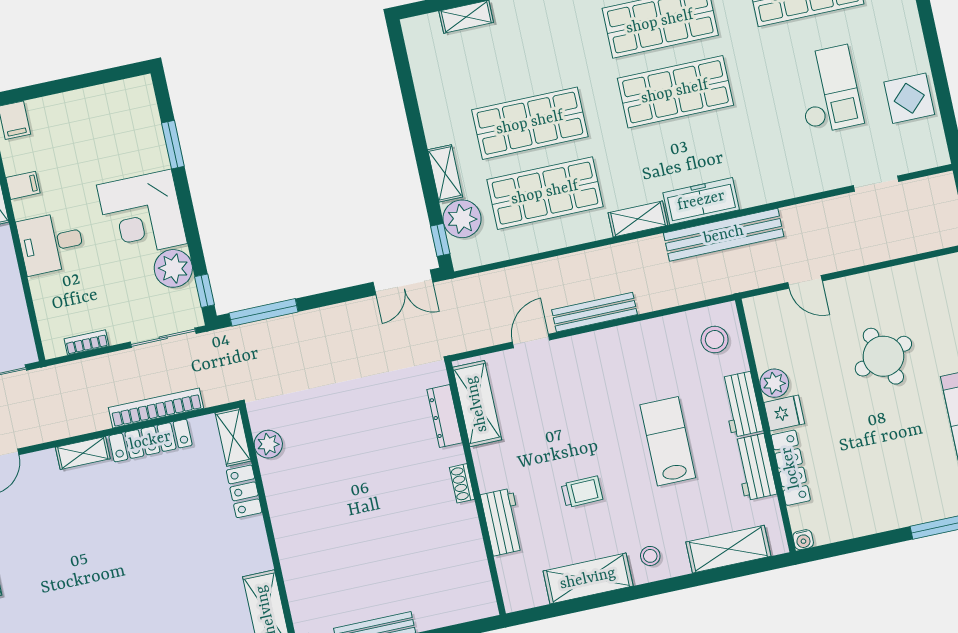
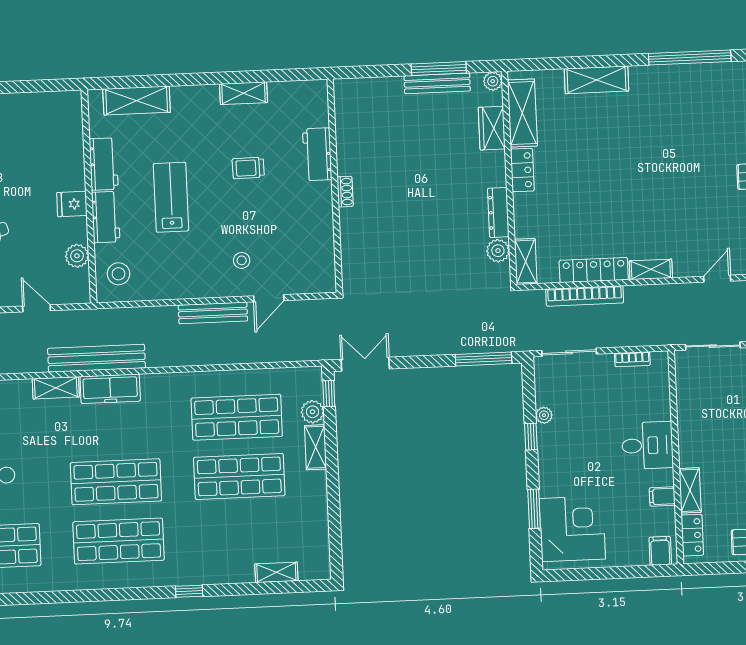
corner desk: (142, 214) -> (572, 529), moved
plant: (462, 219) -> (312, 412), width x0.73, depth x0.73
shelving: (638, 219) -> (56, 388), moved
plant: (173, 268) -> (544, 415), width x0.53, depth x0.53
window: (204, 291) -> (531, 437), moved
plant: (774, 383) -> (77, 256), moved
shelving: (477, 404) -> (322, 255), removed
dresser: (445, 416) -> (498, 212), moved, turned 180
lab bench: (668, 441) -> (171, 197), turned 180
locker: (791, 468) -> (74, 158), removed
locker: (244, 491) -> (522, 170), moved
water cooler: (803, 540) -> (74, 98), removed
stool: (650, 556) -> (242, 260), moved
shelving: (588, 579) -> (244, 93), width x0.67, depth x0.75
wardrobe: (301, 589) -> (492, 128), added

